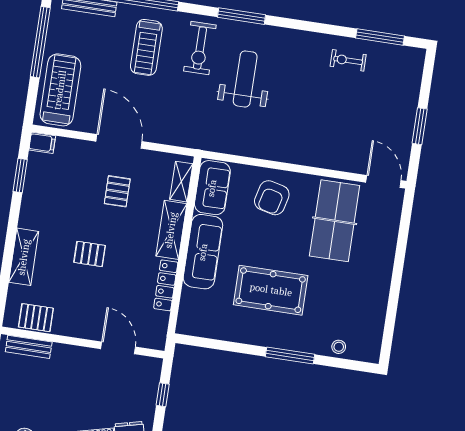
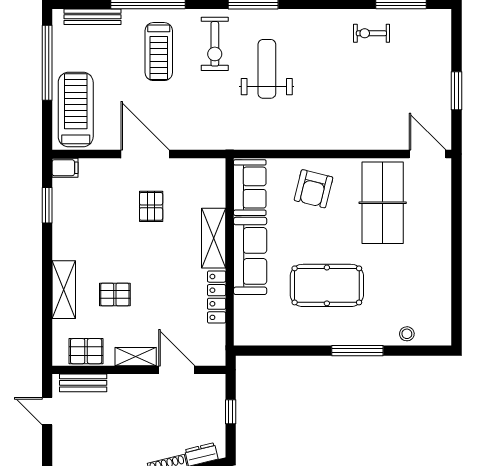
shelving: (181, 182) -> (136, 357), moved, turned 90
pallet: (90, 254) -> (115, 294), moved

